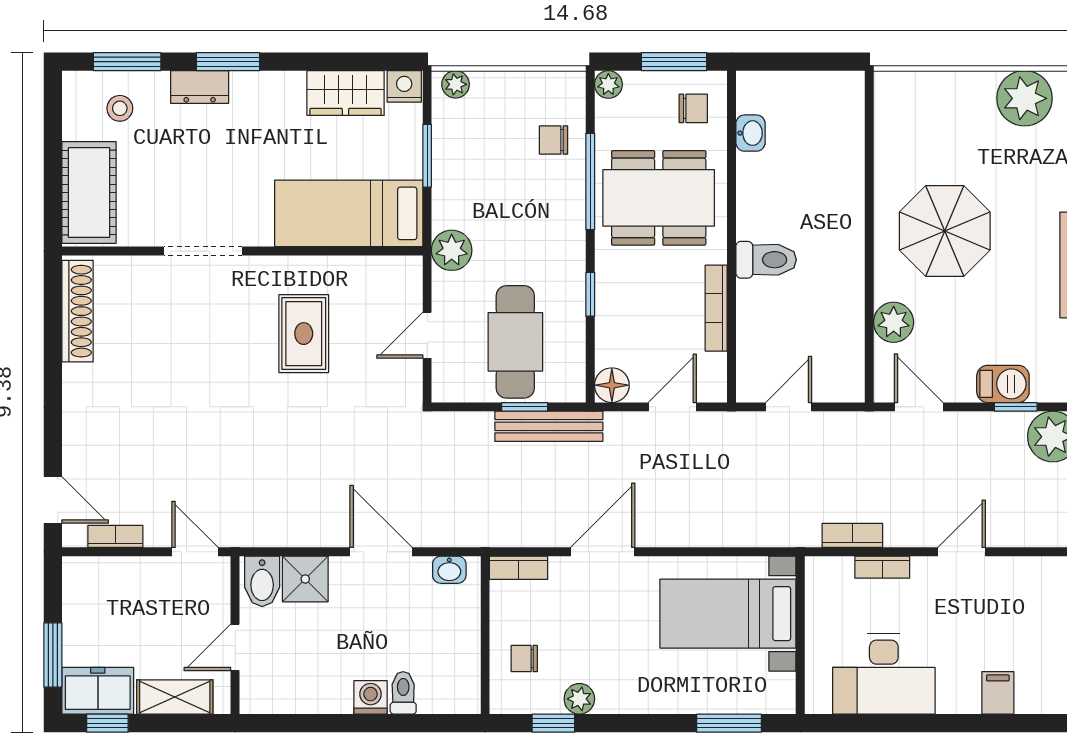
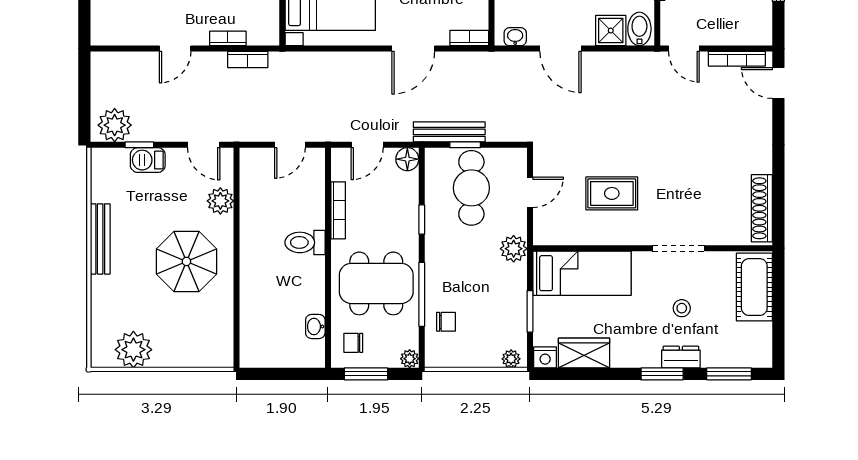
stool: (120, 108) -> (682, 308), moved
rug: (304, 334) -> (612, 193), turned 90
bookcase: (115, 536) -> (737, 59), width x1.56

